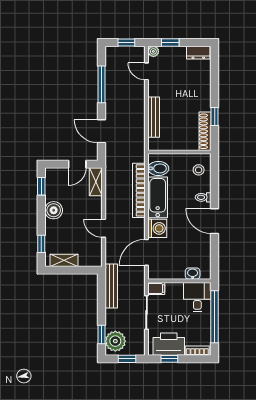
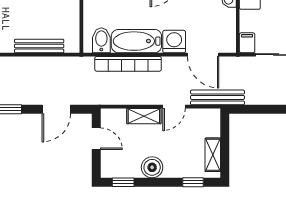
shelving: (96, 182) -> (144, 116), moved
bench: (111, 286) -> (217, 97), moved

